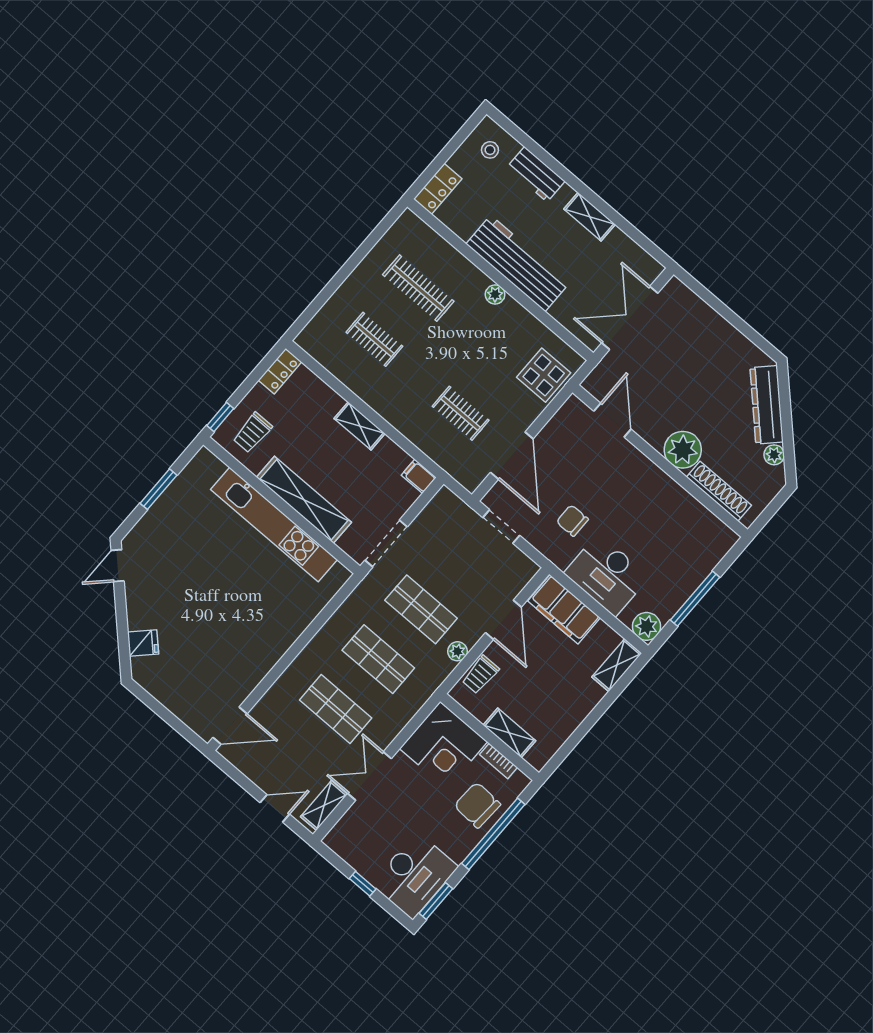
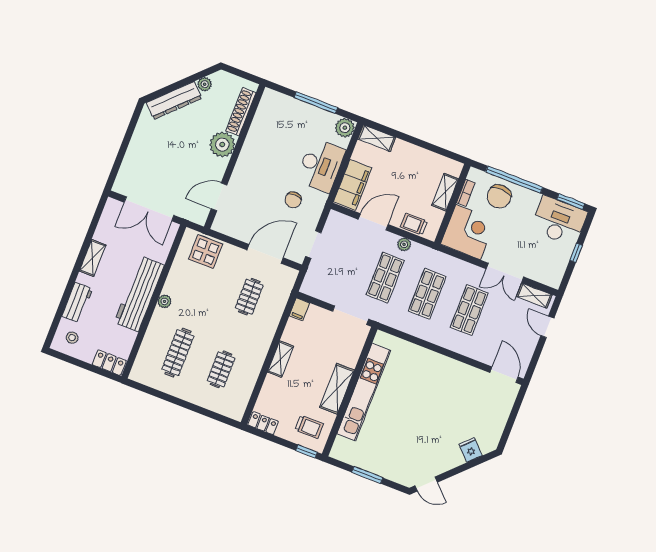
shelving: (304, 500) -> (337, 389), width x0.68
trolley: (480, 675) -> (414, 224), turned 180

